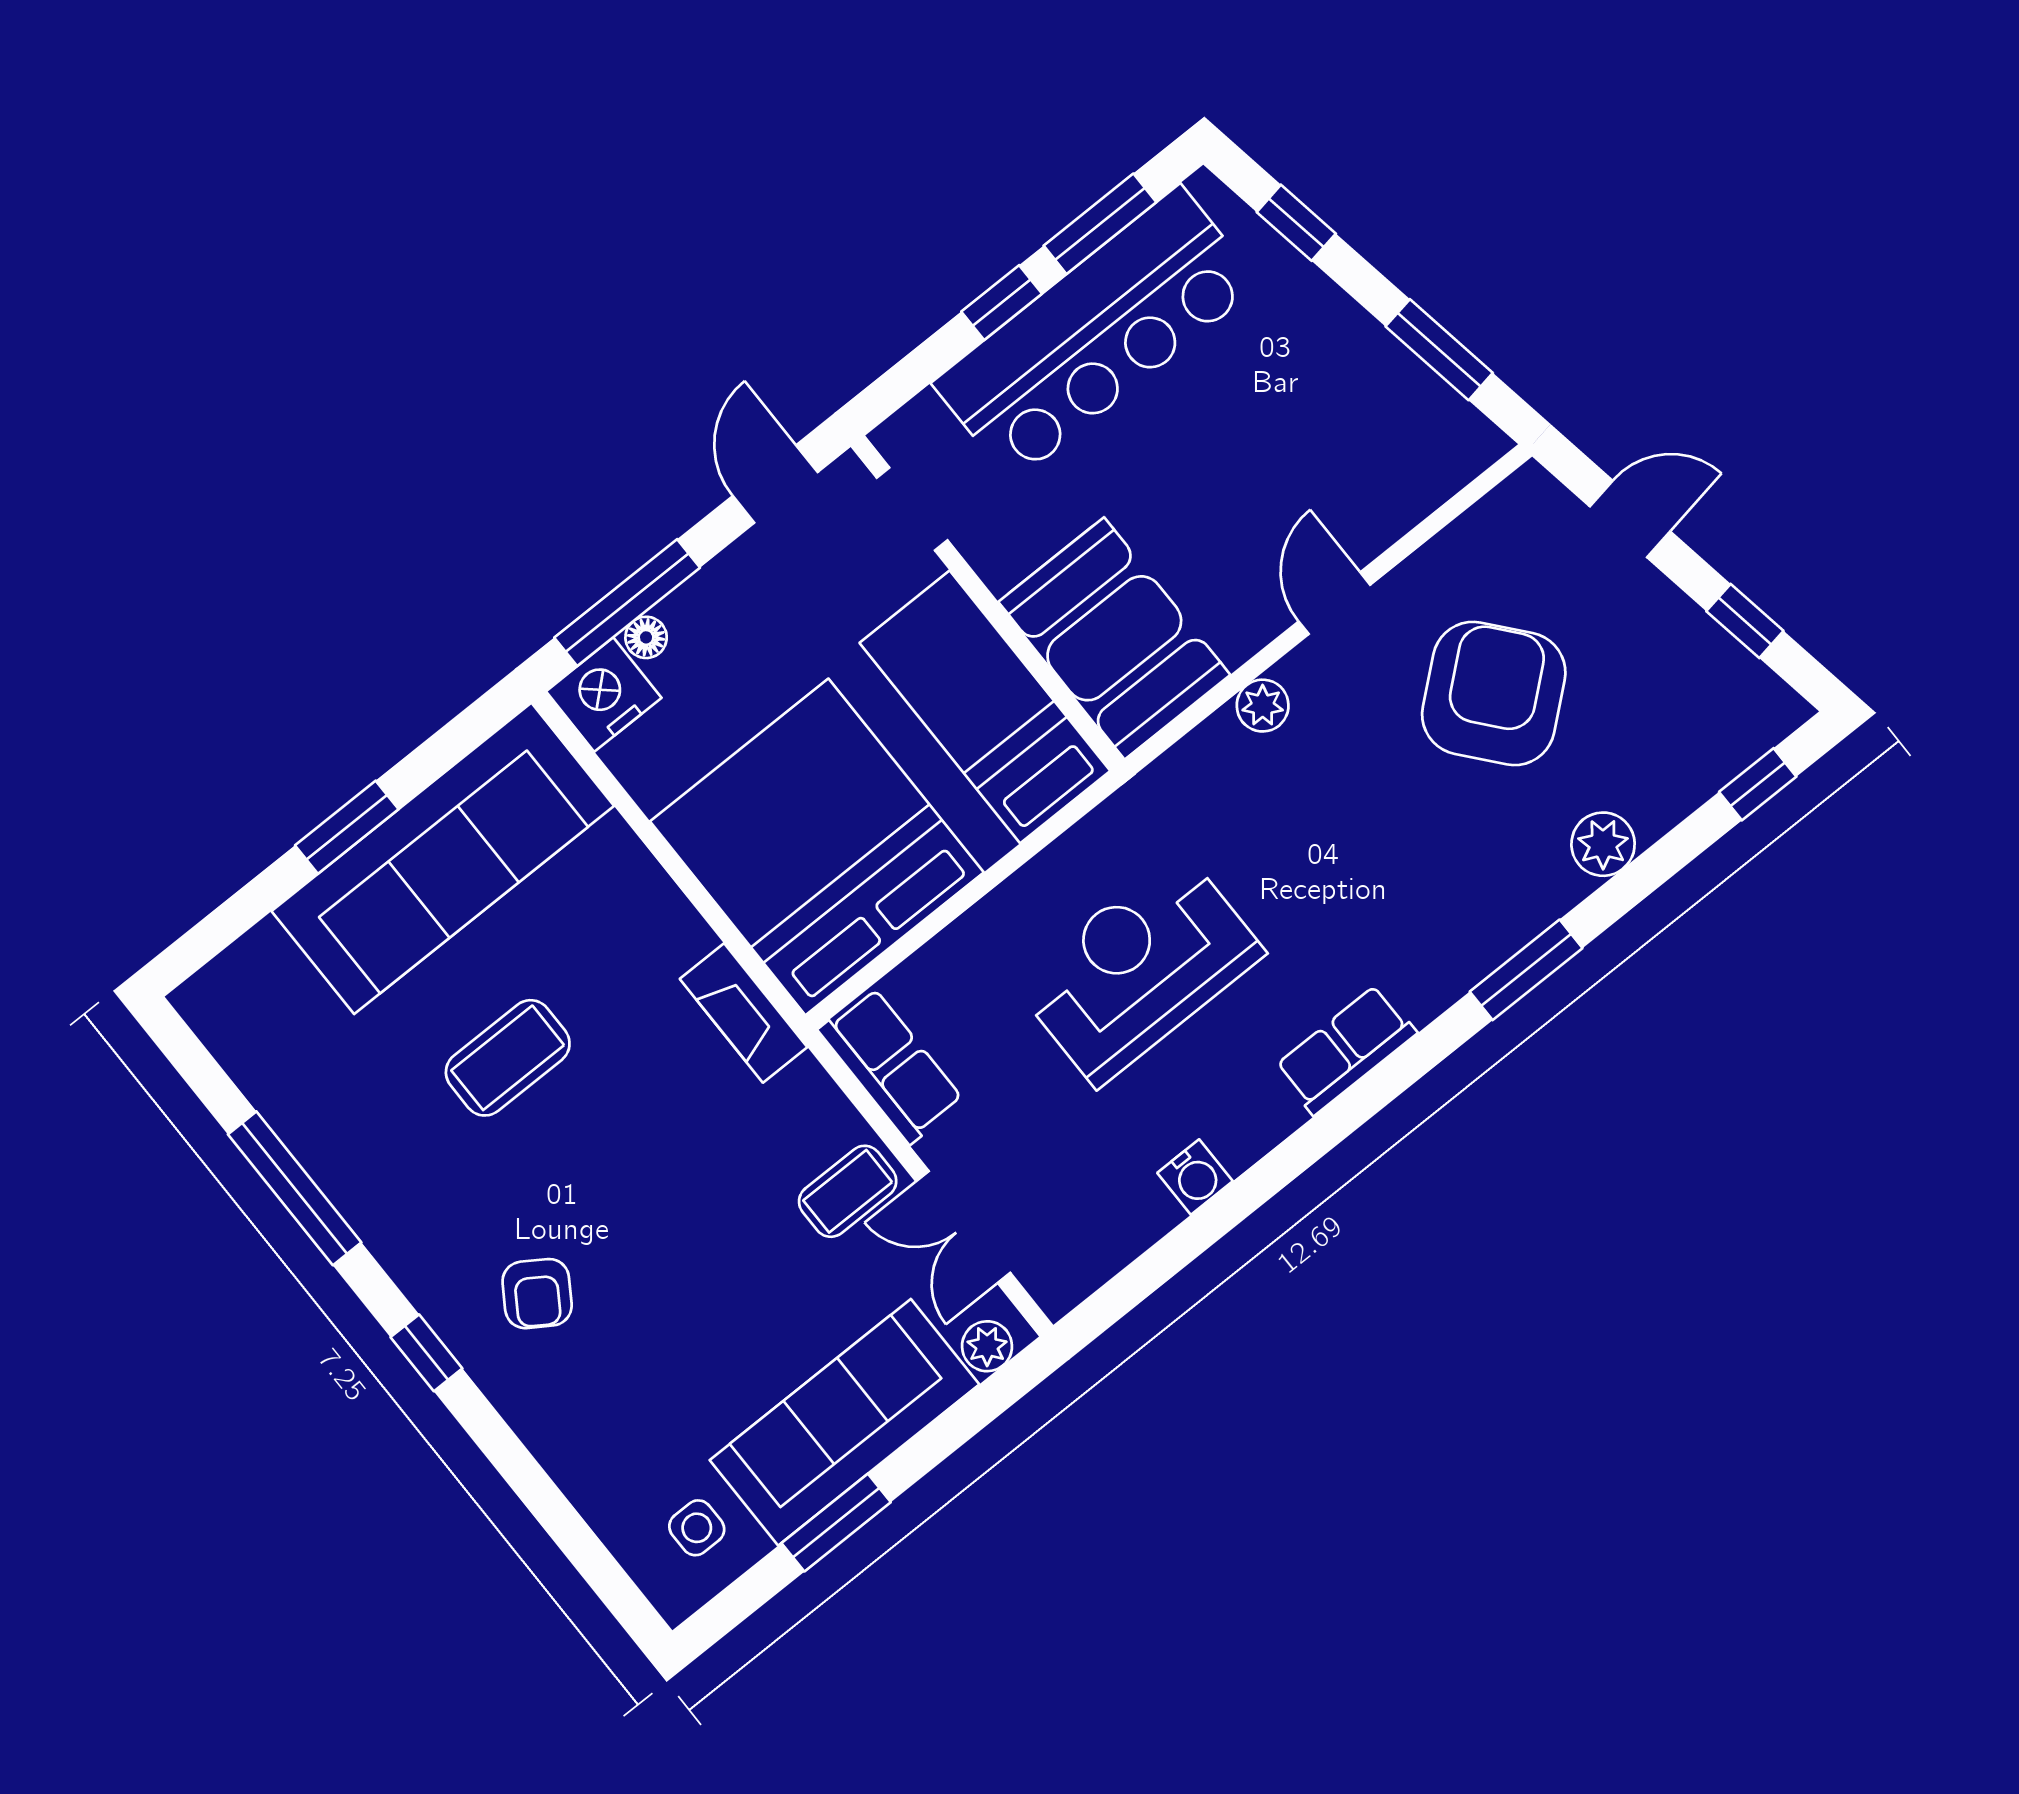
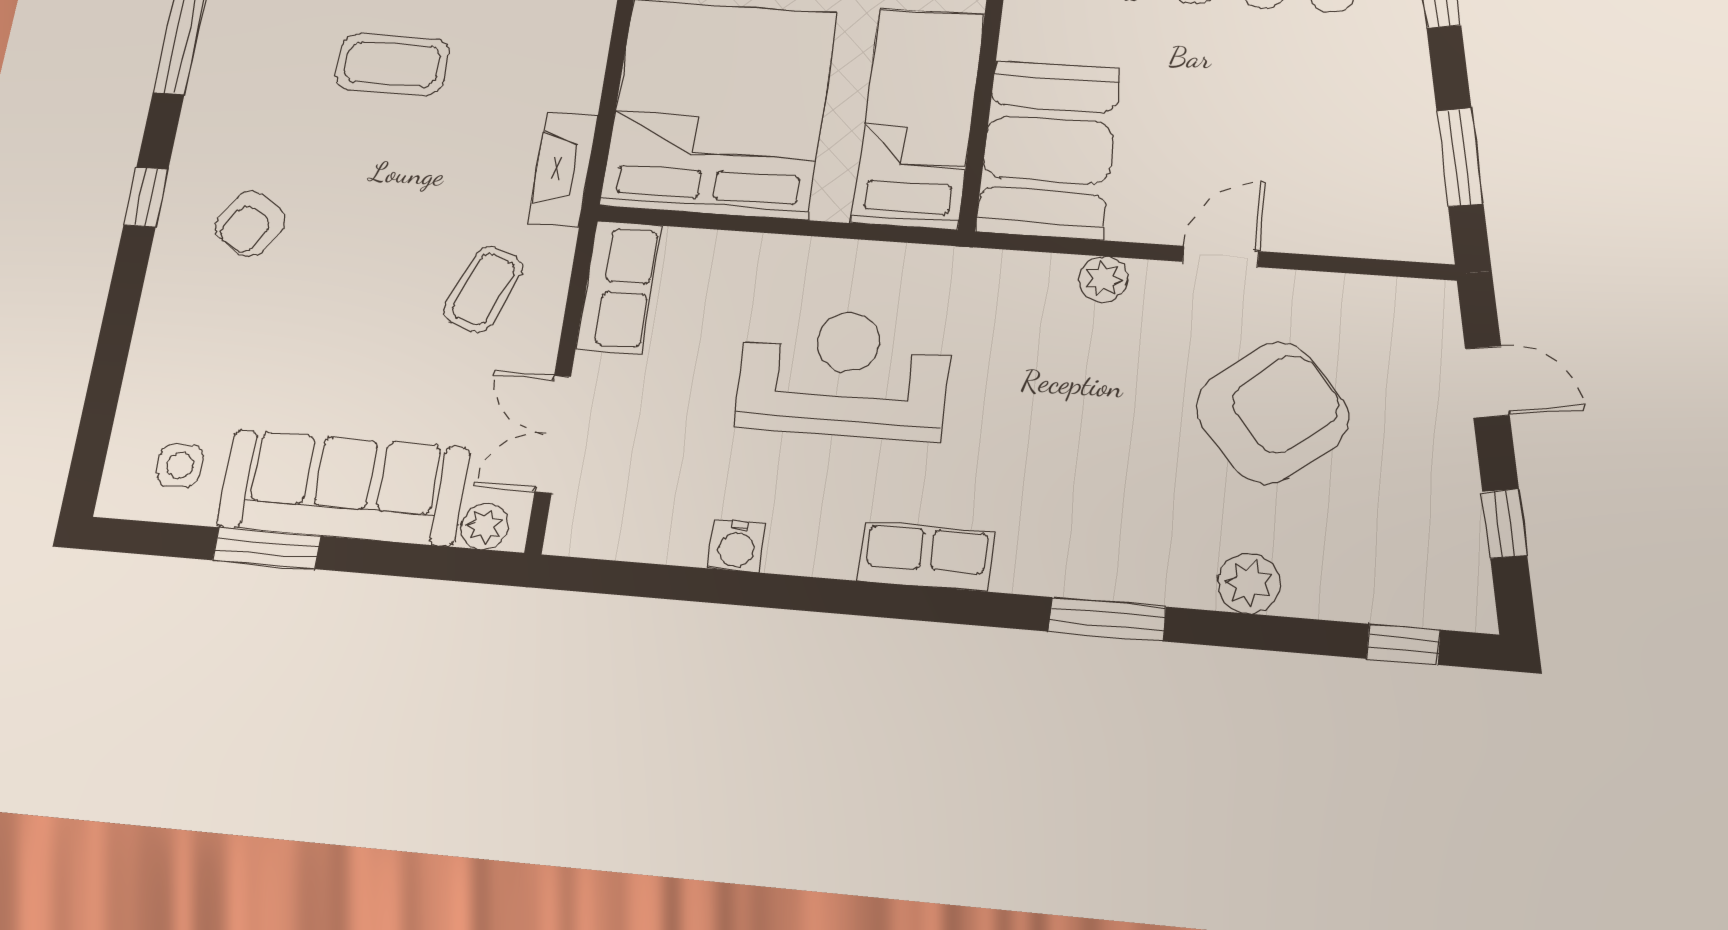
coffee table: (848, 1191) -> (483, 289), moved, turned -69

